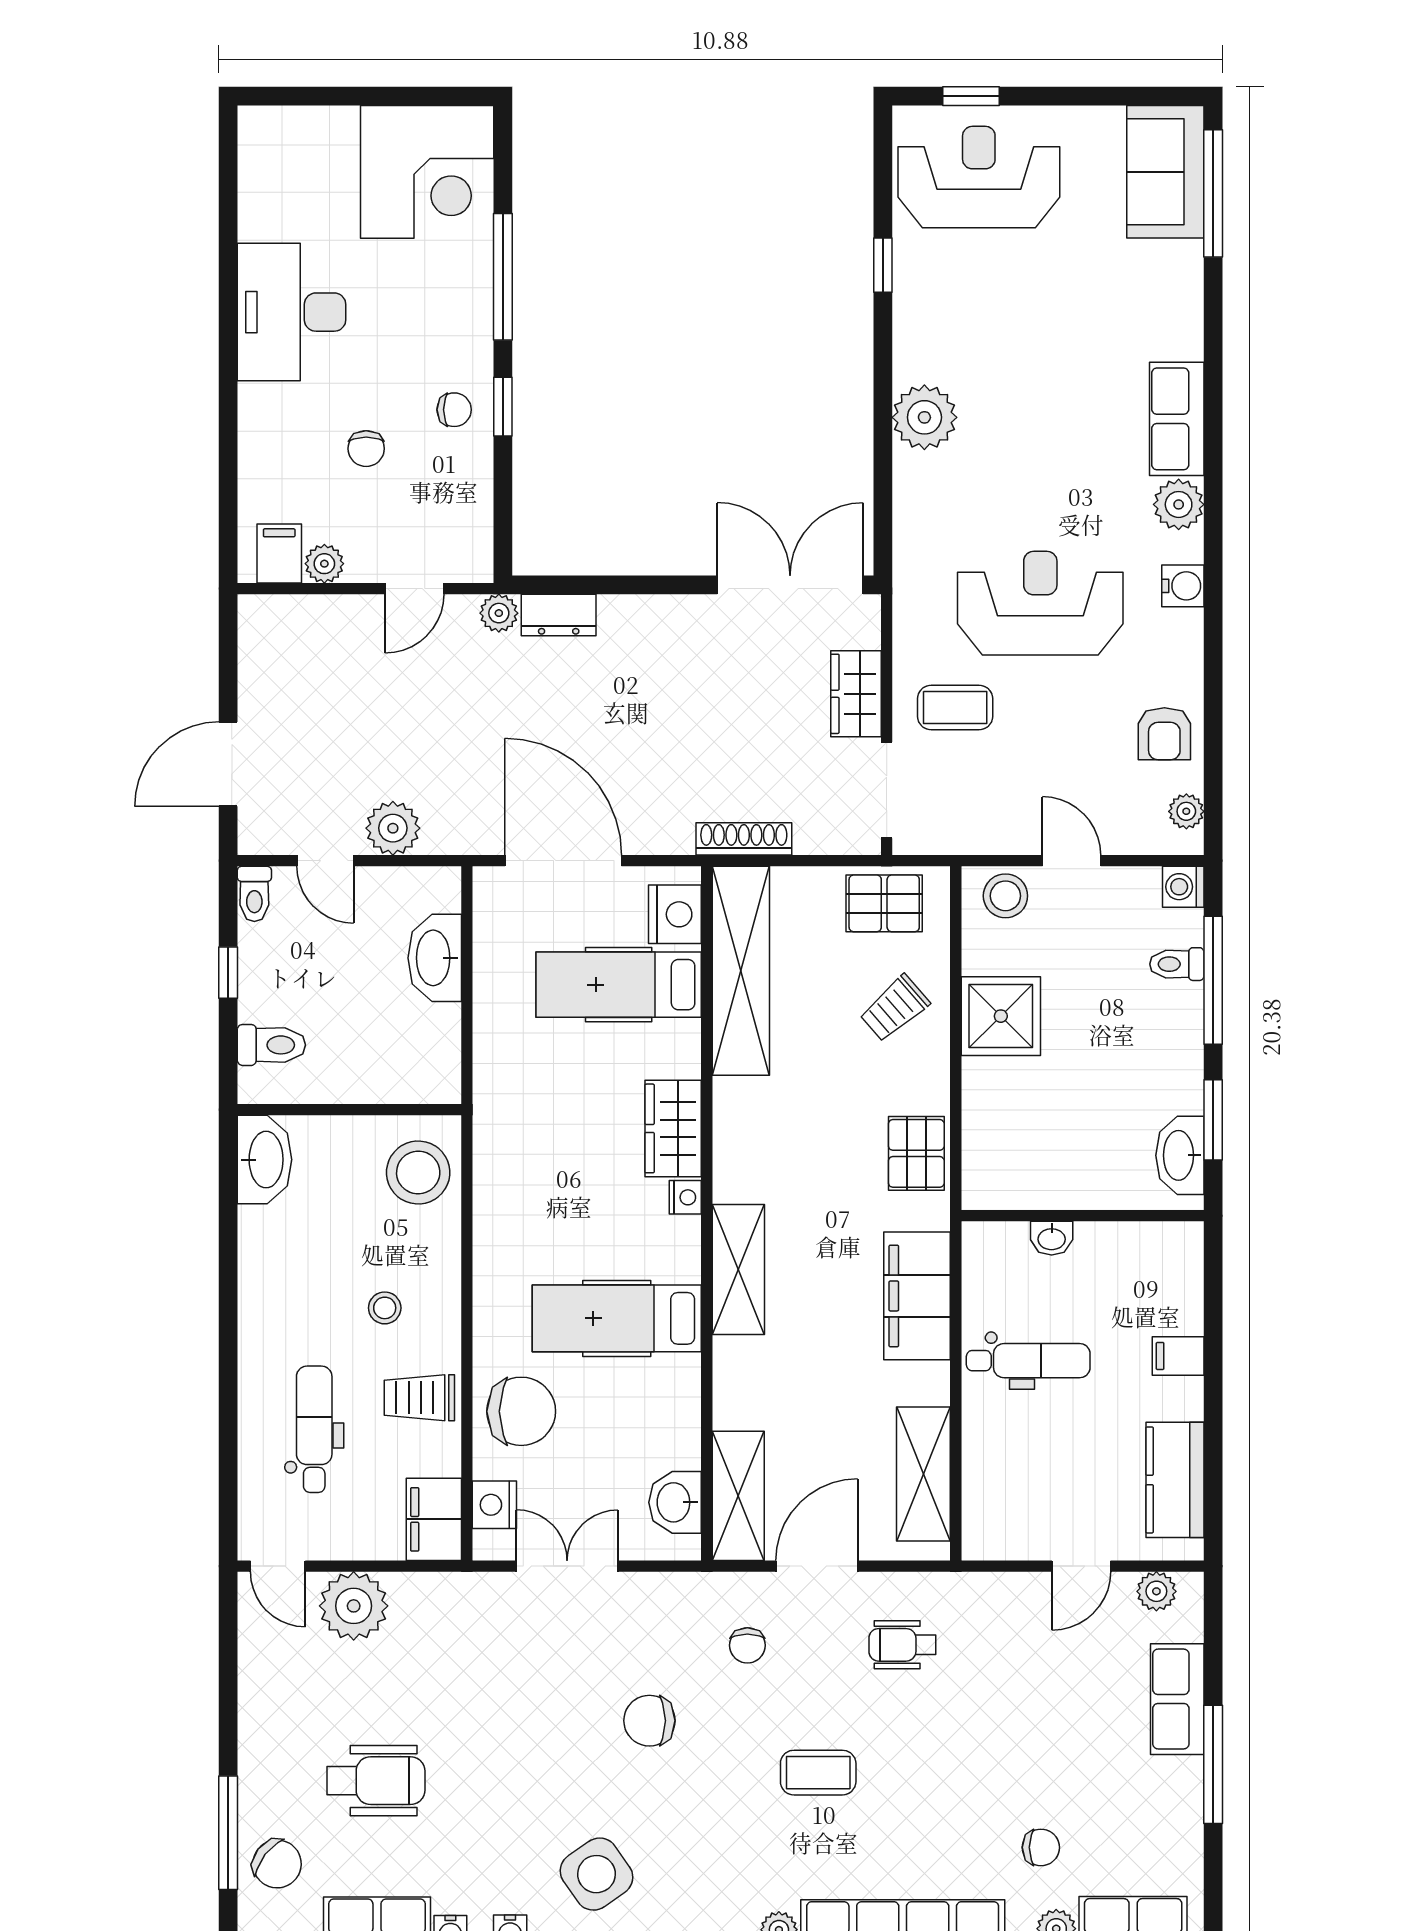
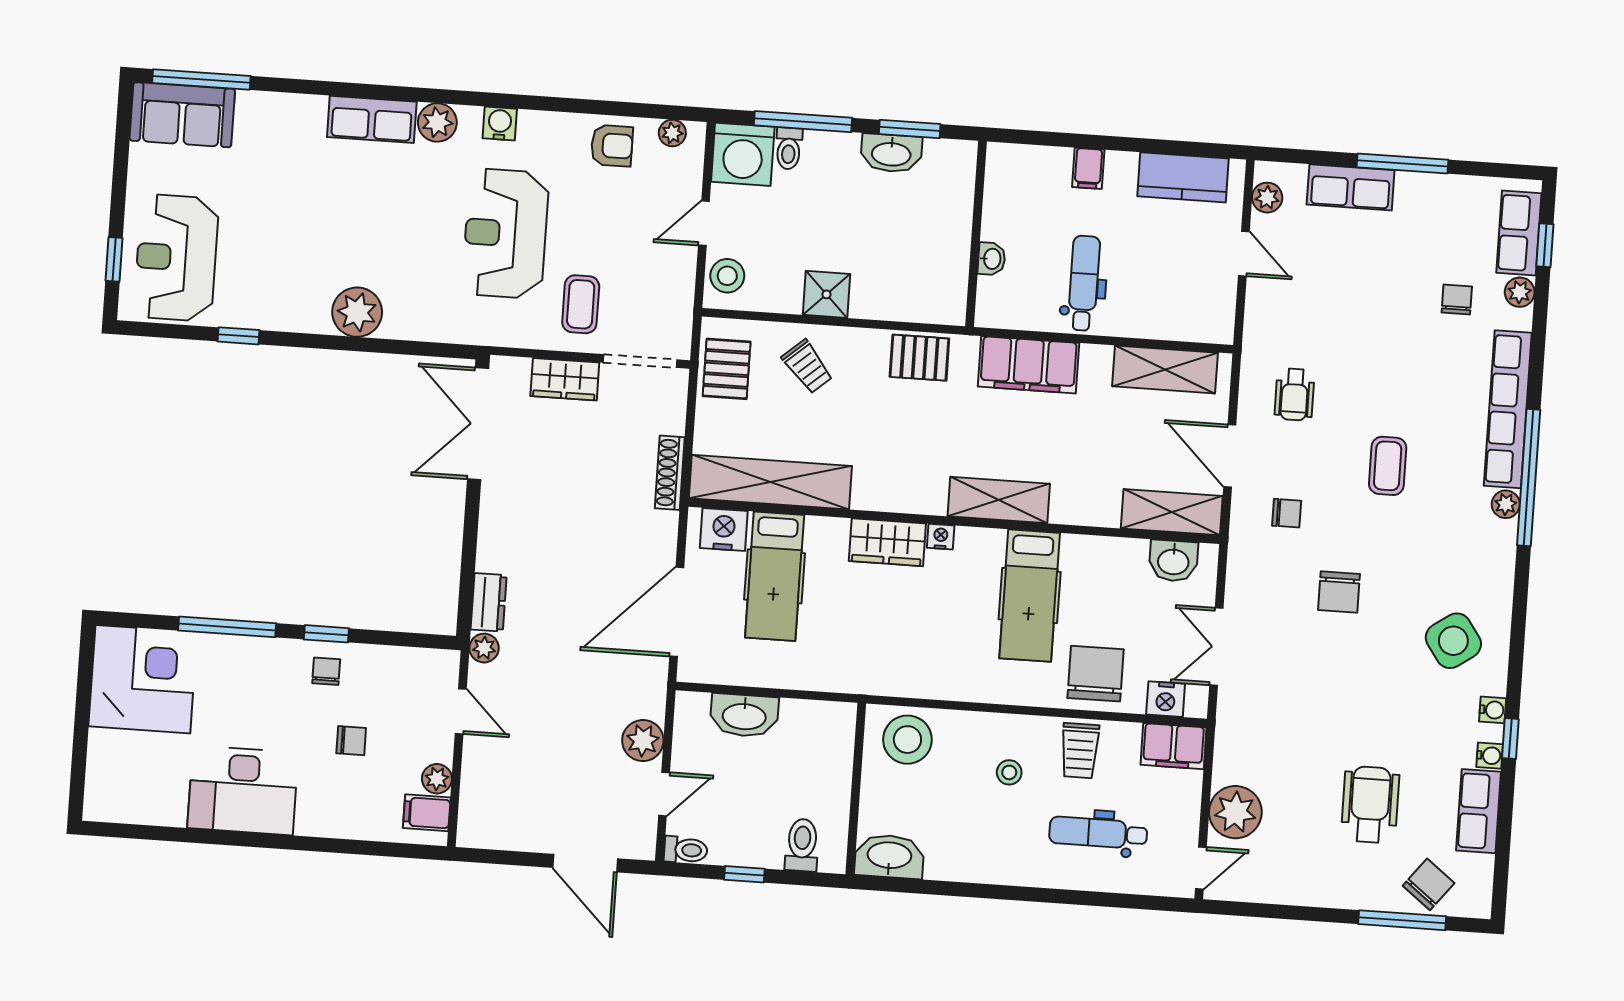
washing machine: (1183, 887) -> (743, 154), width x1.89, depth x1.89
shower: (1001, 1016) -> (826, 294), width x0.73, depth x0.73
washbasin: (1180, 1155) -> (891, 153), moved

